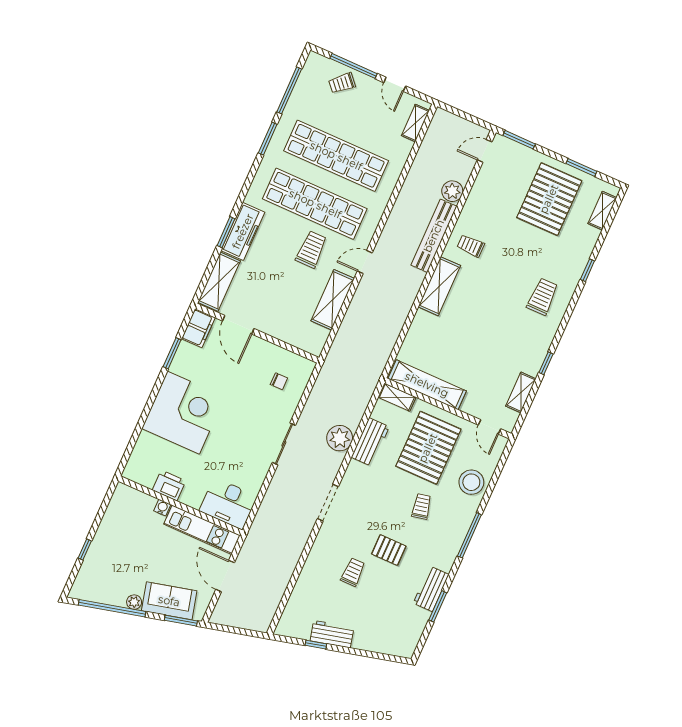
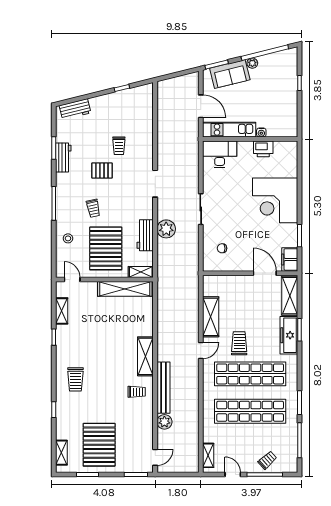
trolley: (311, 249) -> (239, 343), turned 180
stool: (471, 482) -> (68, 238), width x0.53, depth x0.53
workbench: (332, 634) -> (75, 109), moved

